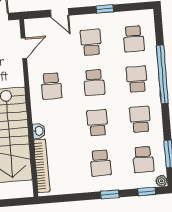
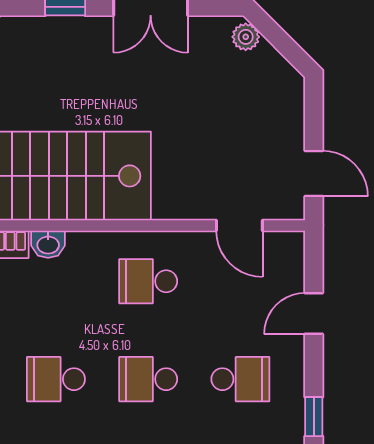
school desk: (97, 123) -> (56, 379), turned 180

